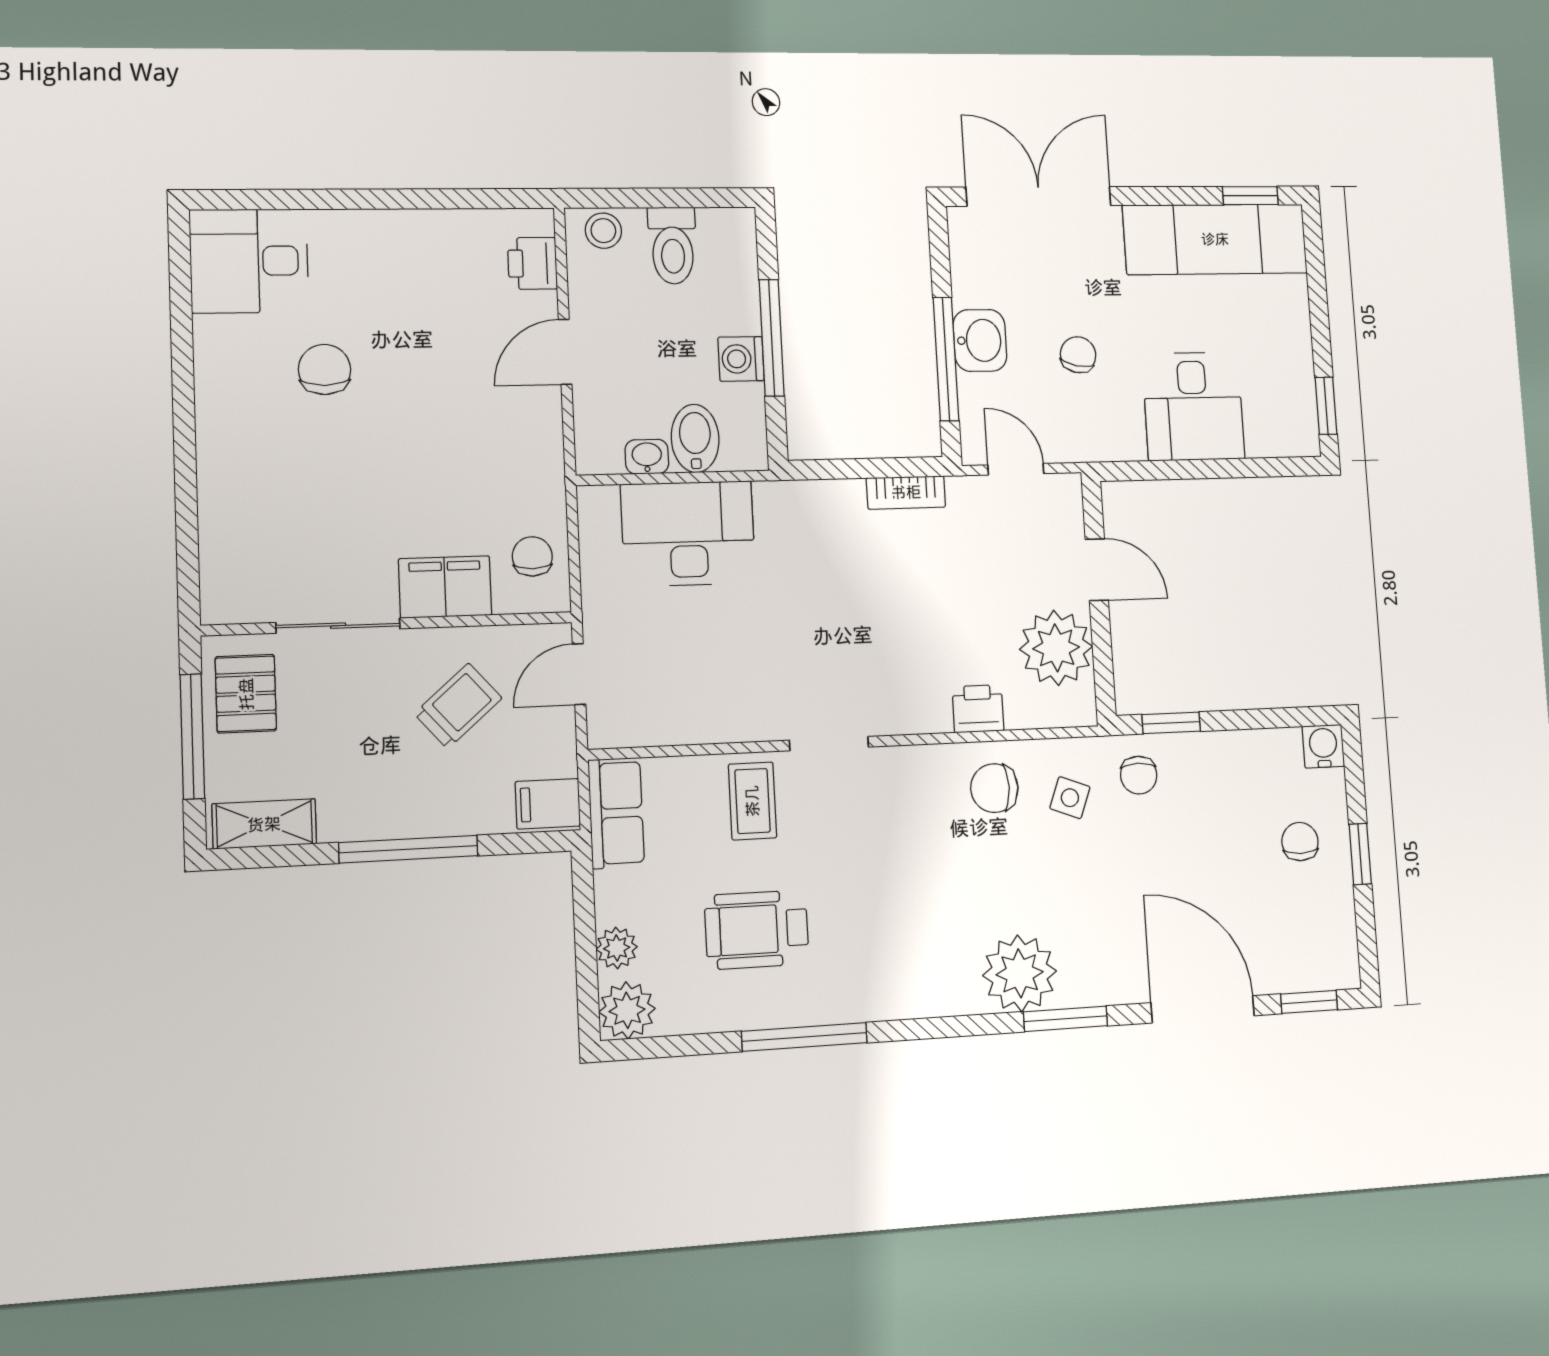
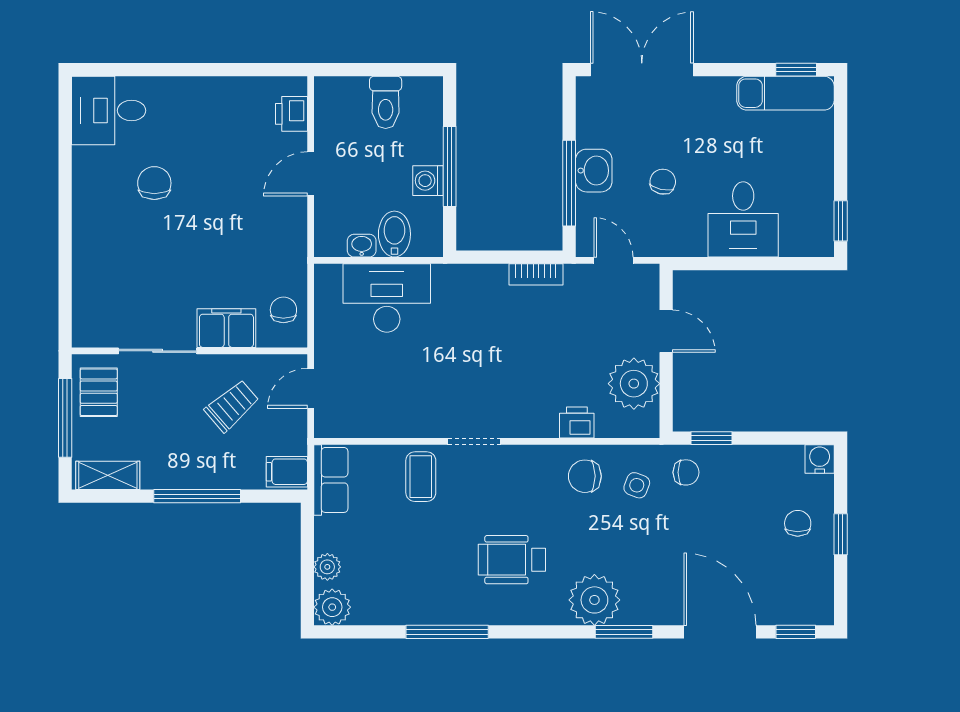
stool: (603, 231) -> (340, 92), removed
exam couch: (1215, 239) -> (785, 93), width x0.73, depth x0.69
chair: (1139, 775) -> (686, 472), turned -90
wheelchair: (757, 930) -> (512, 560), moved

